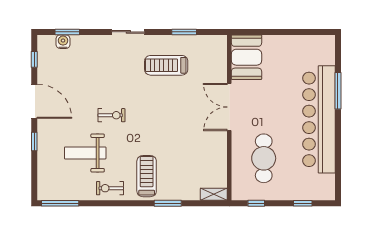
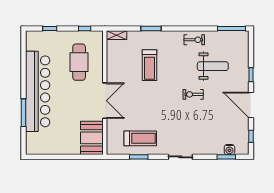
treadmill: (166, 65) -> (140, 138), moved
treadmill: (147, 176) -> (150, 65), moved

